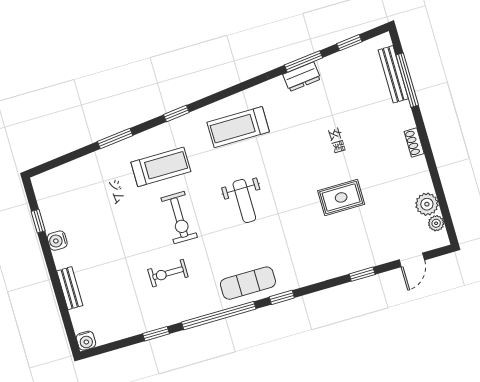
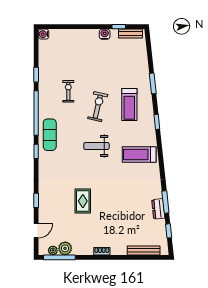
dresser: (302, 77) -> (158, 209), moved
window: (407, 80) -> (59, 257), moved
treadmill: (238, 127) -> (139, 155), turned -90
exercise bike: (179, 218) -> (98, 107), turned 103
door: (412, 260) -> (36, 231), swing flipped
bench: (70, 288) -> (130, 34), moved

